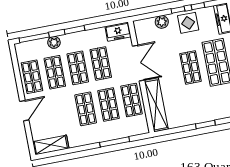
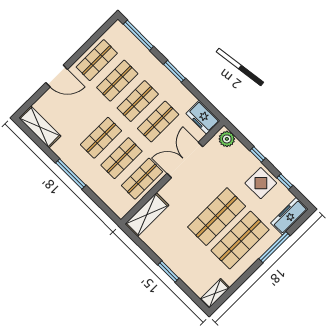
window: (178, 10) -> (258, 154), moved
plant: (162, 22) -> (227, 139), moved
plant: (54, 42) -> (147, 59), removed
double door: (138, 63) -> (185, 160), swing flipped
shop shelf: (191, 67) -> (217, 217), width x1.43, depth x1.36
shelving: (156, 105) -> (147, 215), width x0.68
window: (115, 142) -> (71, 174), moved

